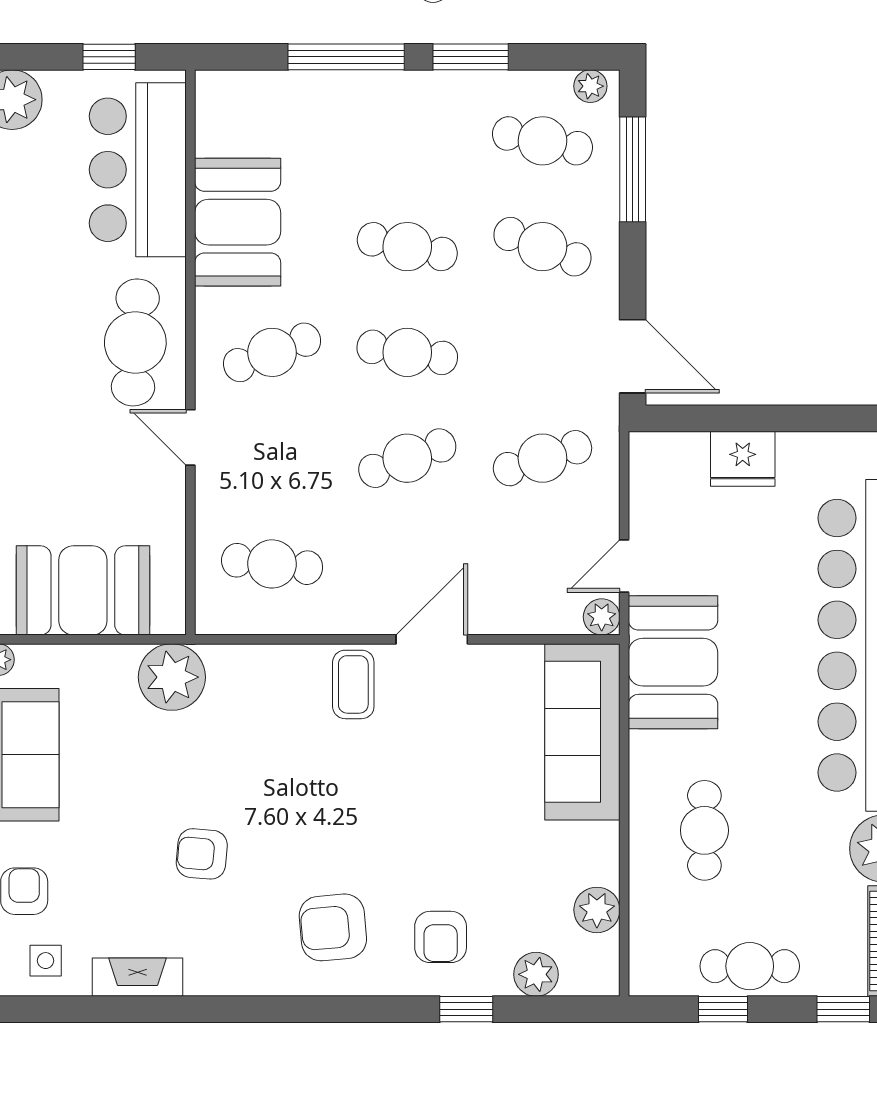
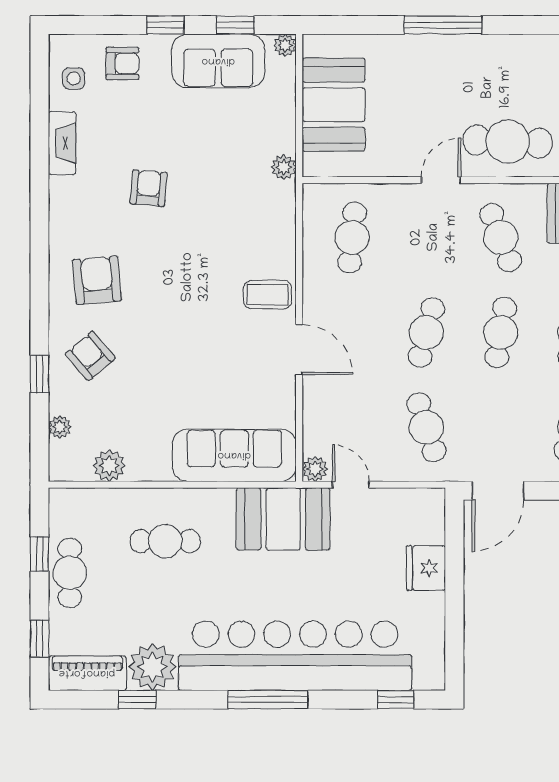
cafe table: (407, 458) -> (426, 332), turned 36
plant: (172, 677) -> (284, 167), width x0.53, depth x0.53
armchair: (441, 937) -> (90, 356), turned 50
plant: (536, 974) -> (60, 427), width x0.73, depth x0.73

